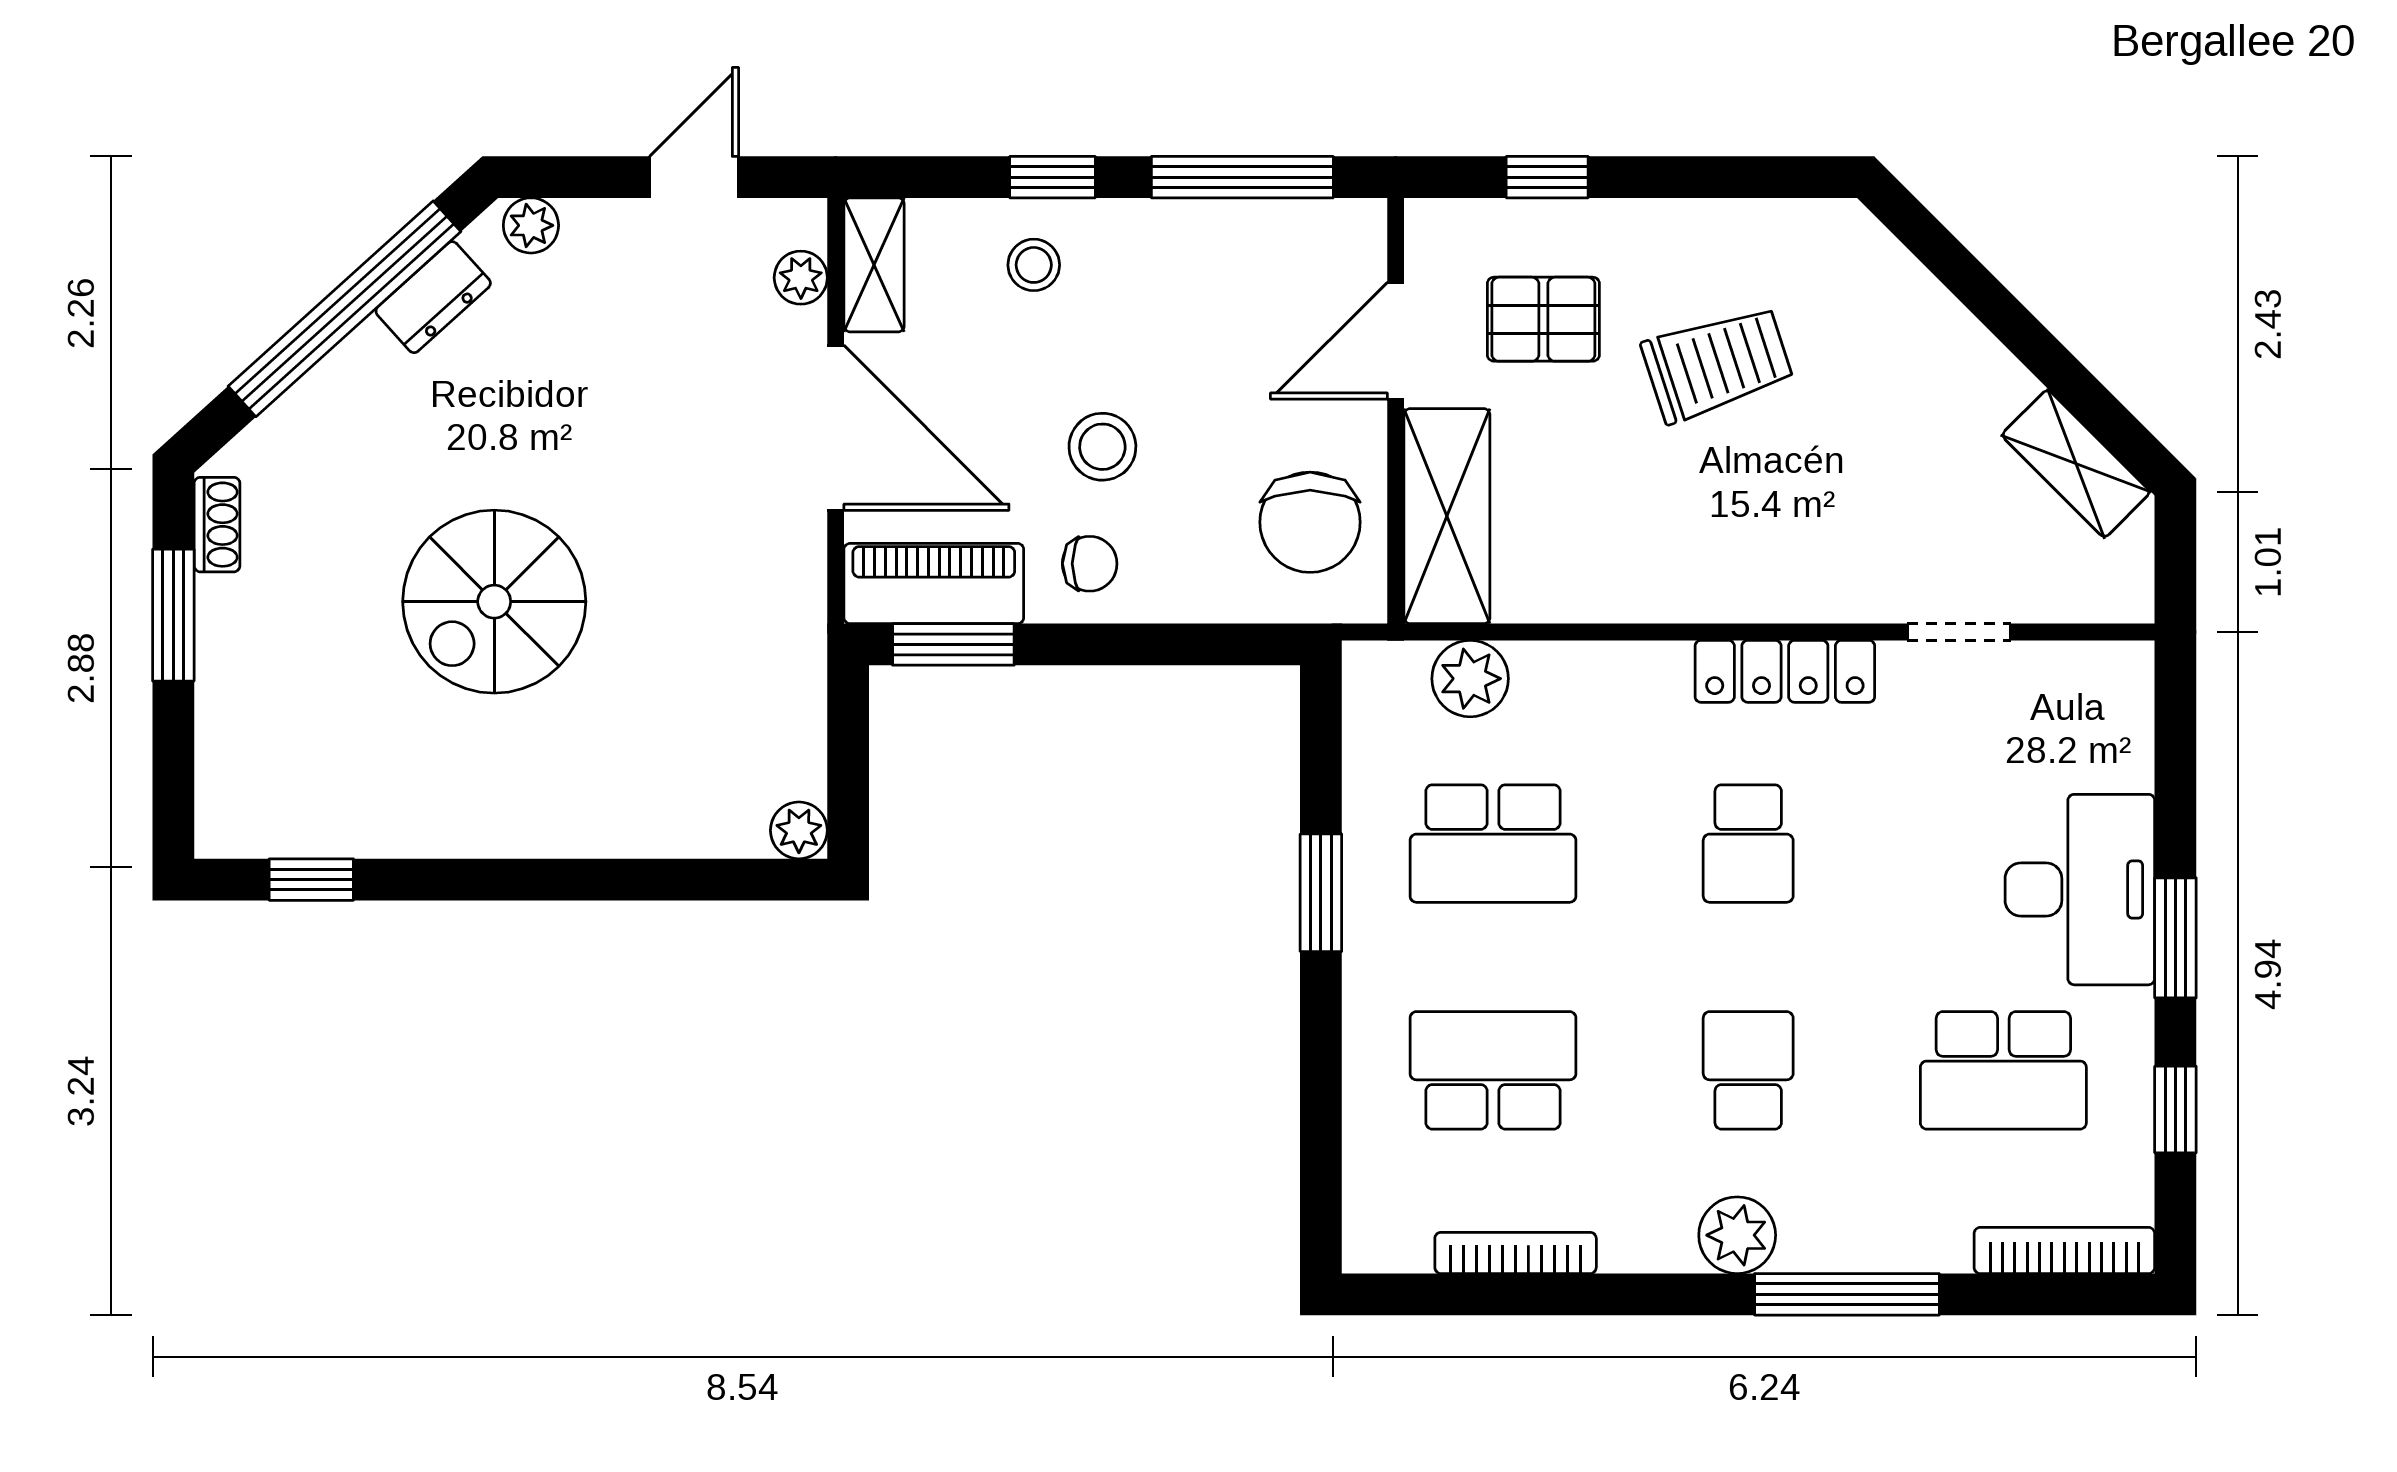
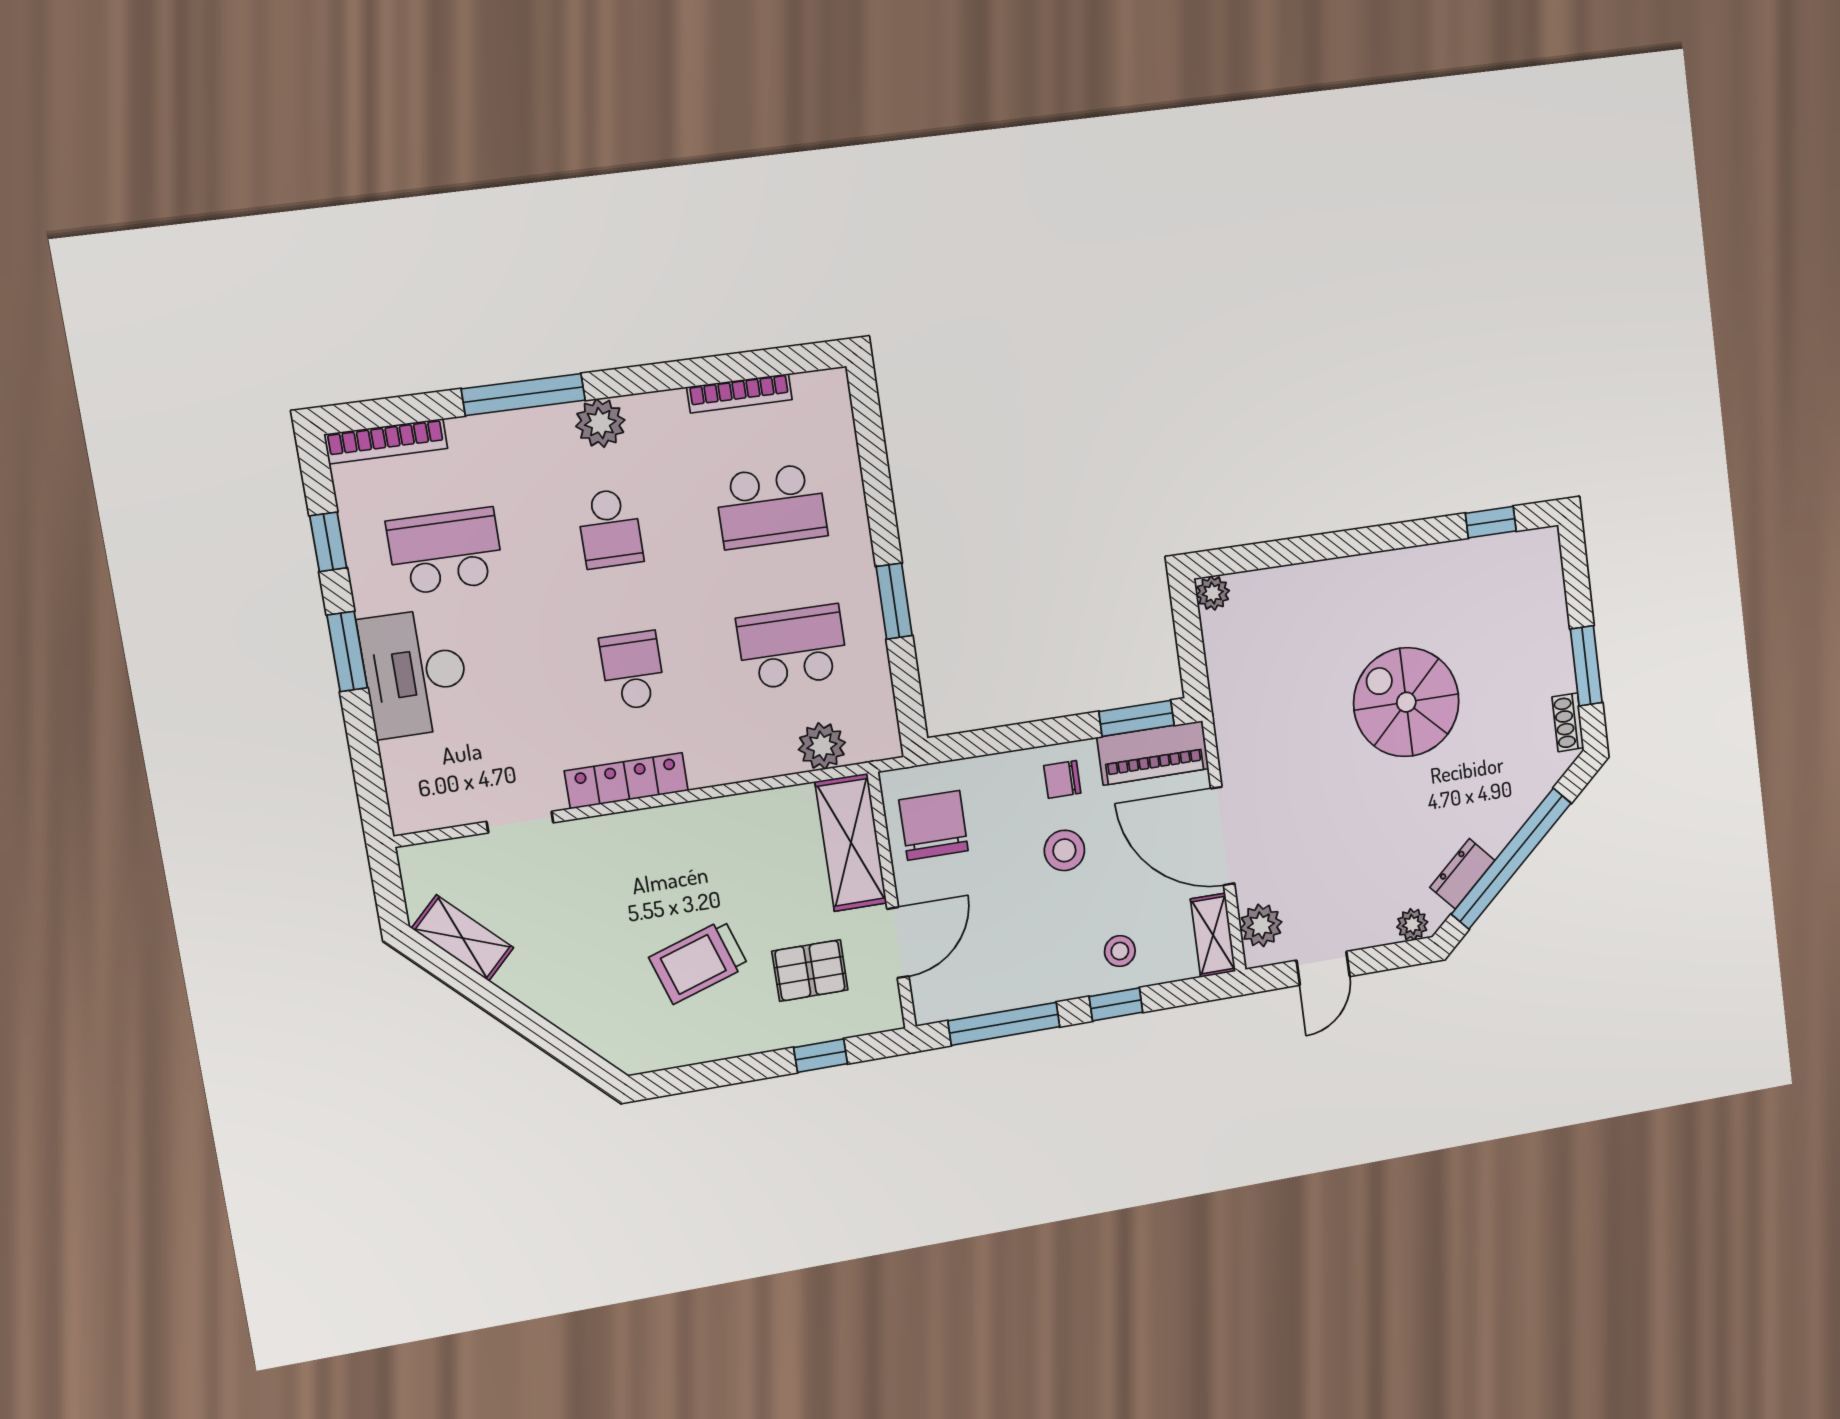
plant: (801, 278) -> (1261, 925), width x1.38, depth x1.38
spiral stairs: (494, 602) -> (1406, 702), turned -90

